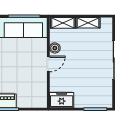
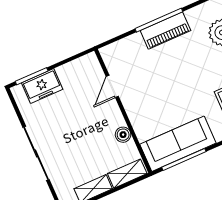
door: (48, 64) -> (112, 86), moved
freezer: (62, 100) -> (42, 86), moved

